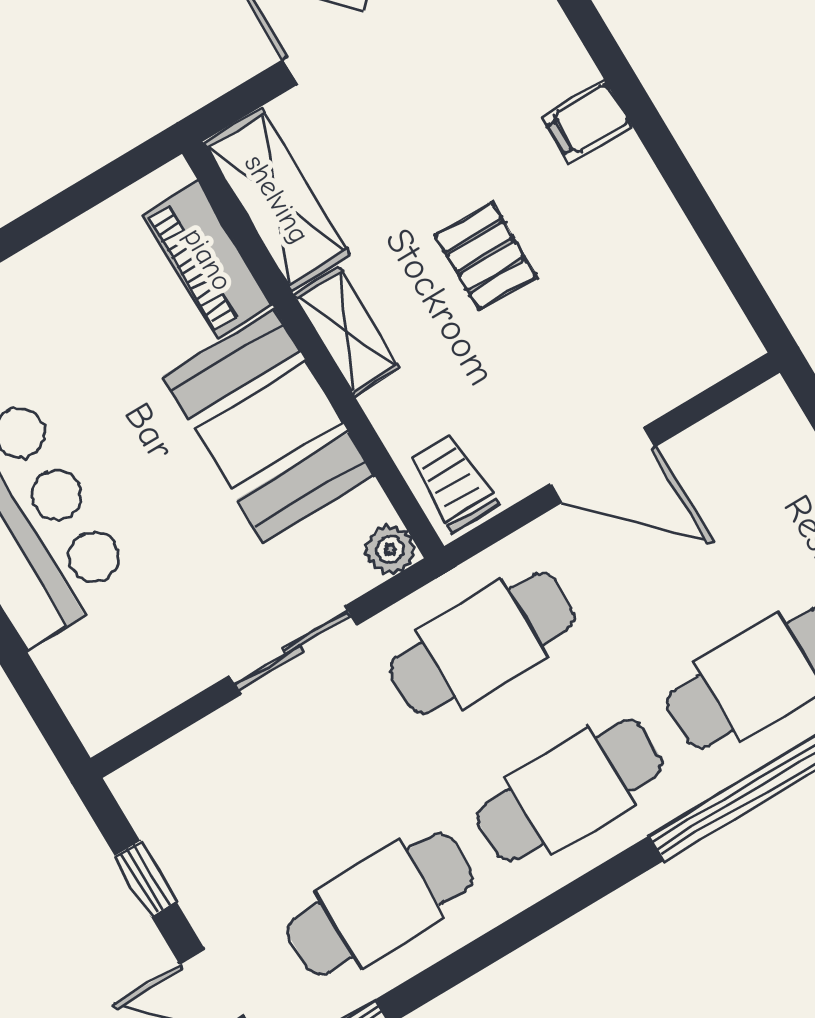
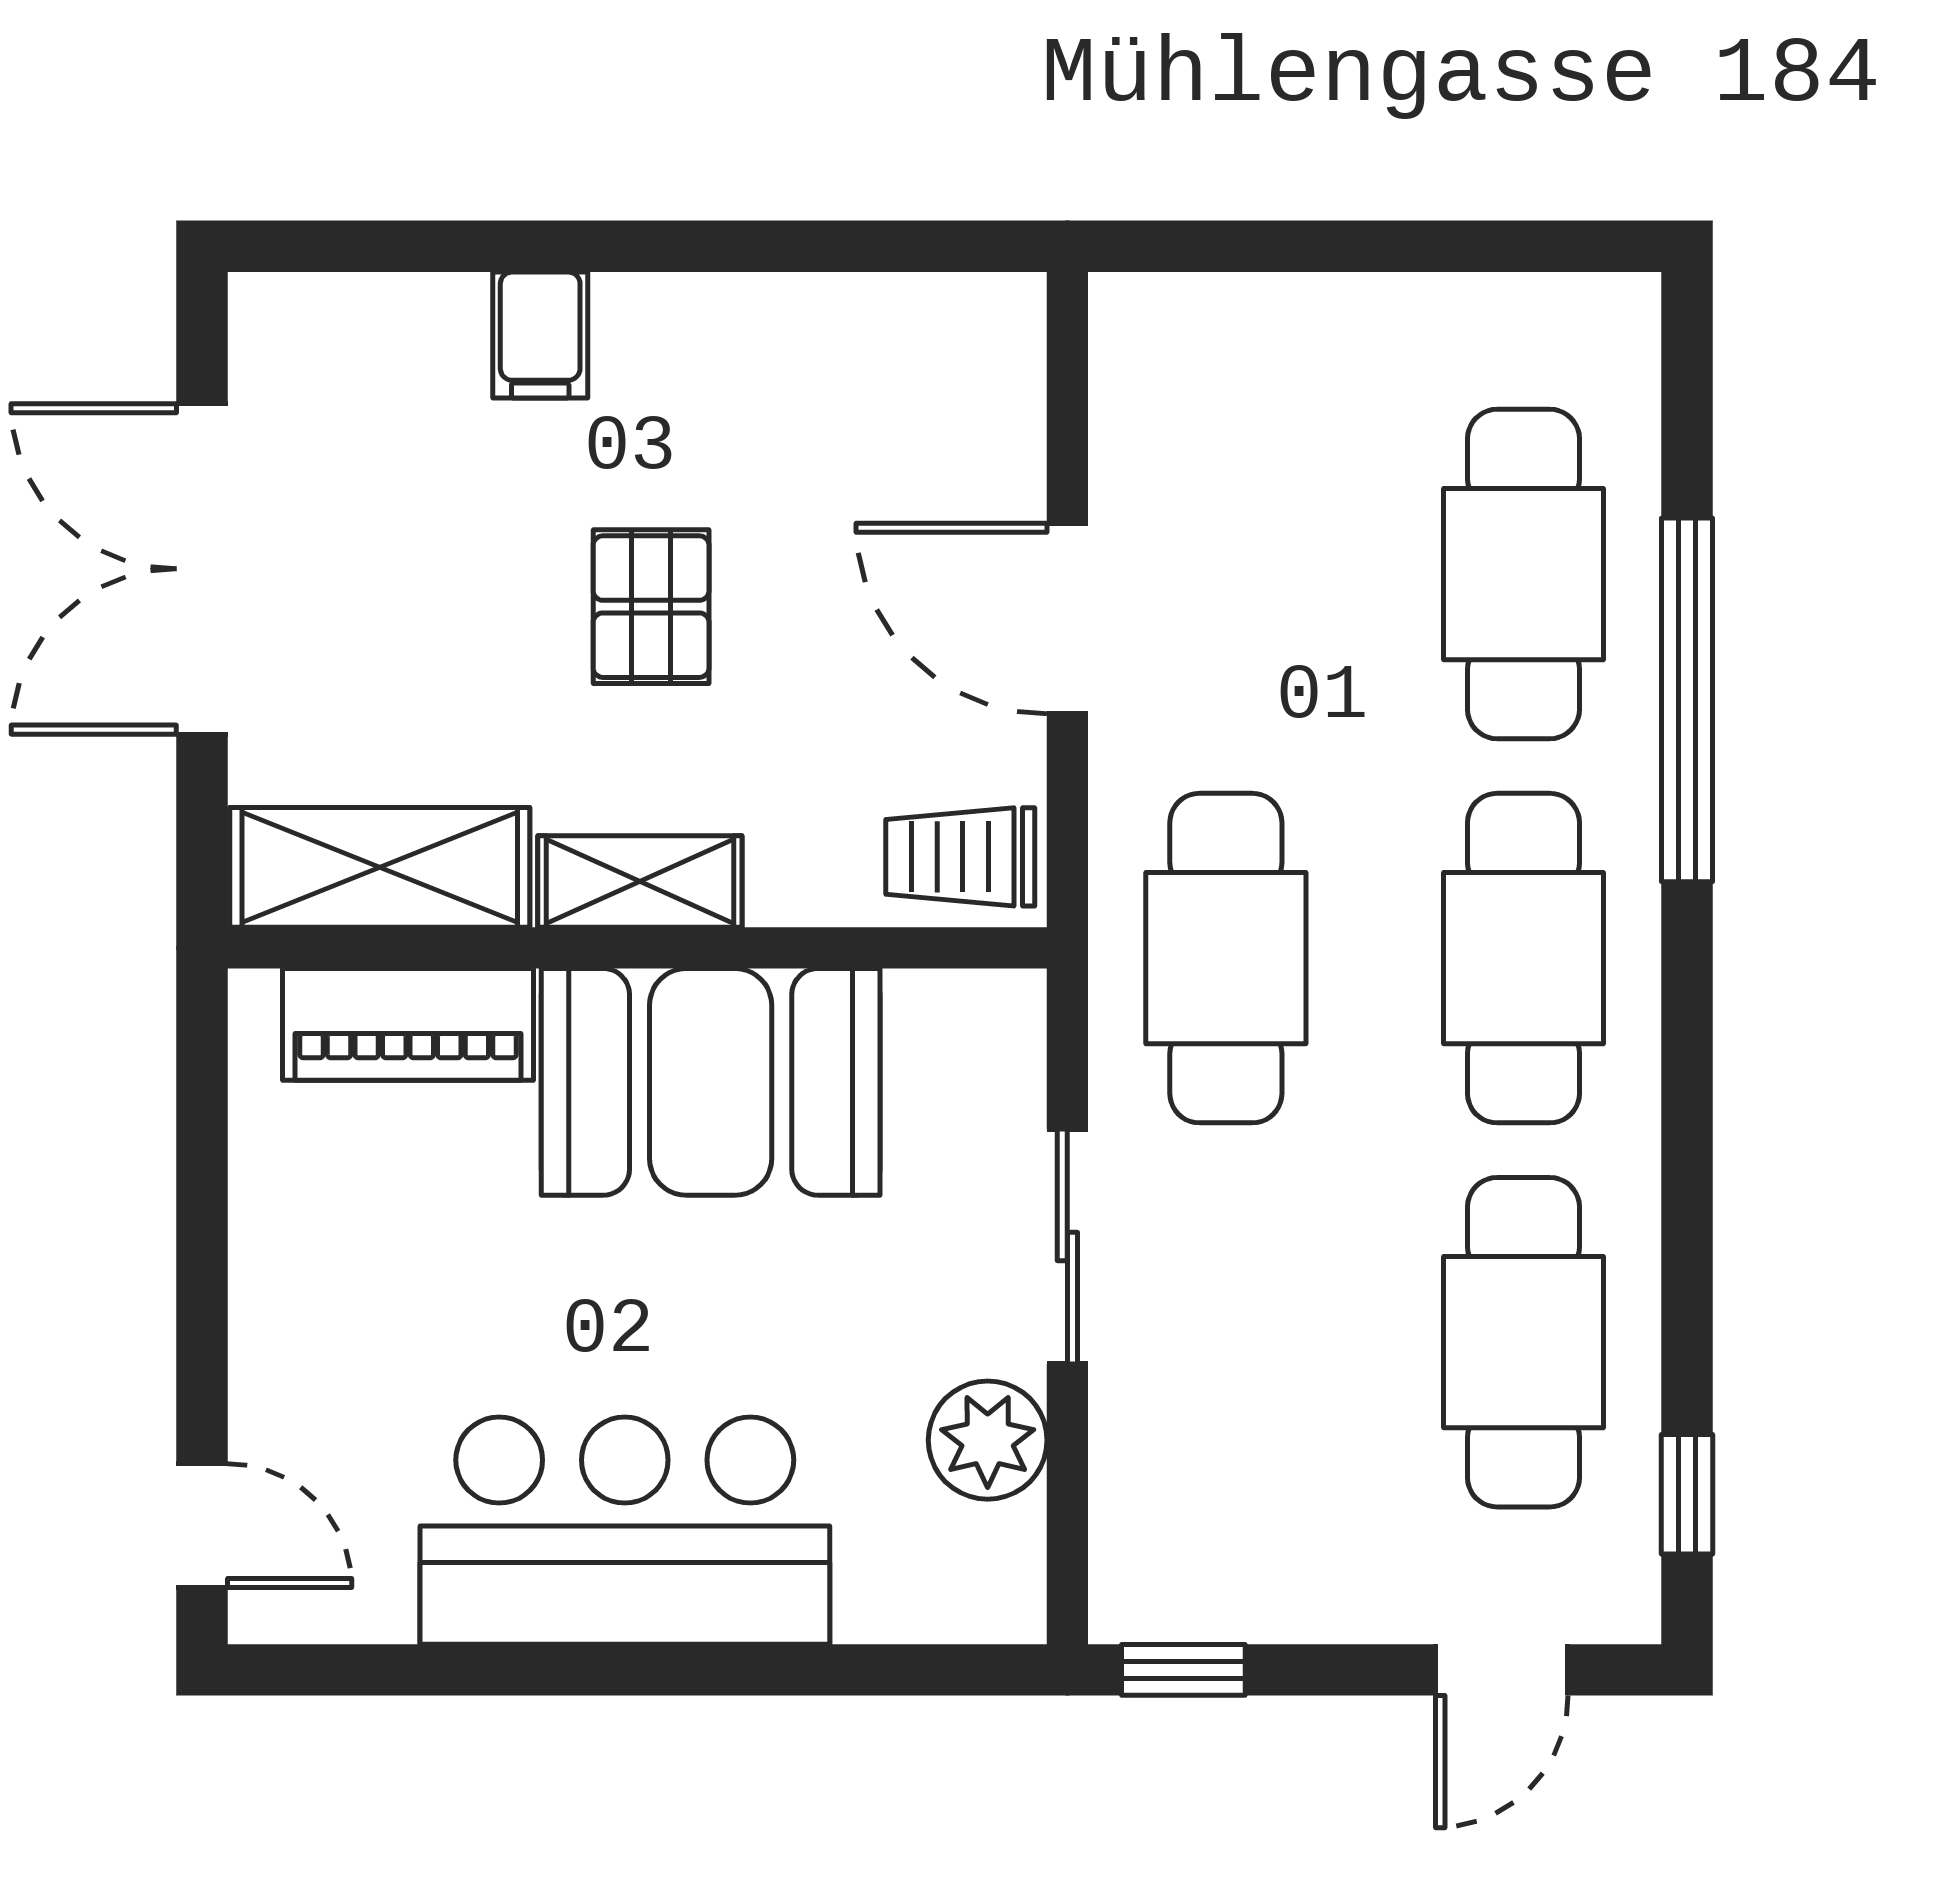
pallet: (486, 256) -> (651, 607), turned 90
door: (603, 465) -> (1067, 618), swing flipped
plant: (390, 550) -> (988, 1440), moved, width x1.38, depth x1.38
window: (146, 879) -> (1183, 1670), moved

